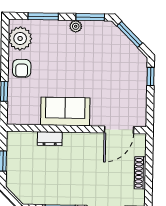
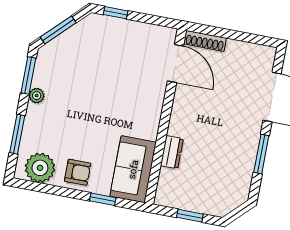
sofa: (65, 111) -> (133, 169), moved
shoe rack: (140, 173) -> (205, 41), moved

